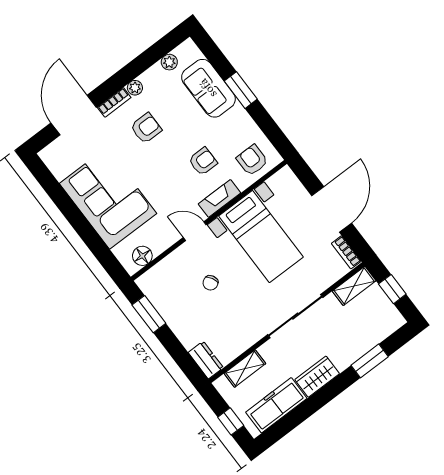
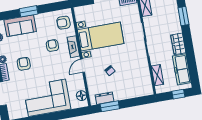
dresser: (206, 360) -> (104, 98), moved

